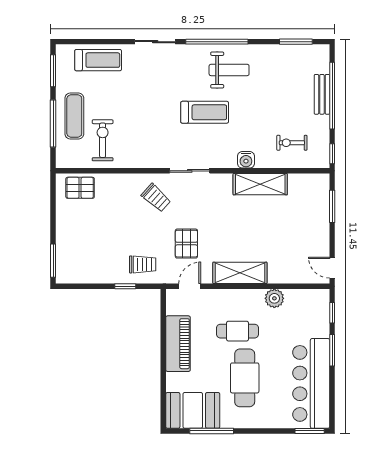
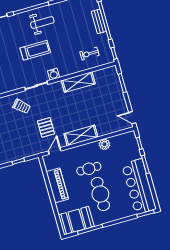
water cooler: (246, 160) -> (53, 74), moved
trolley: (143, 264) -> (25, 146), removed

